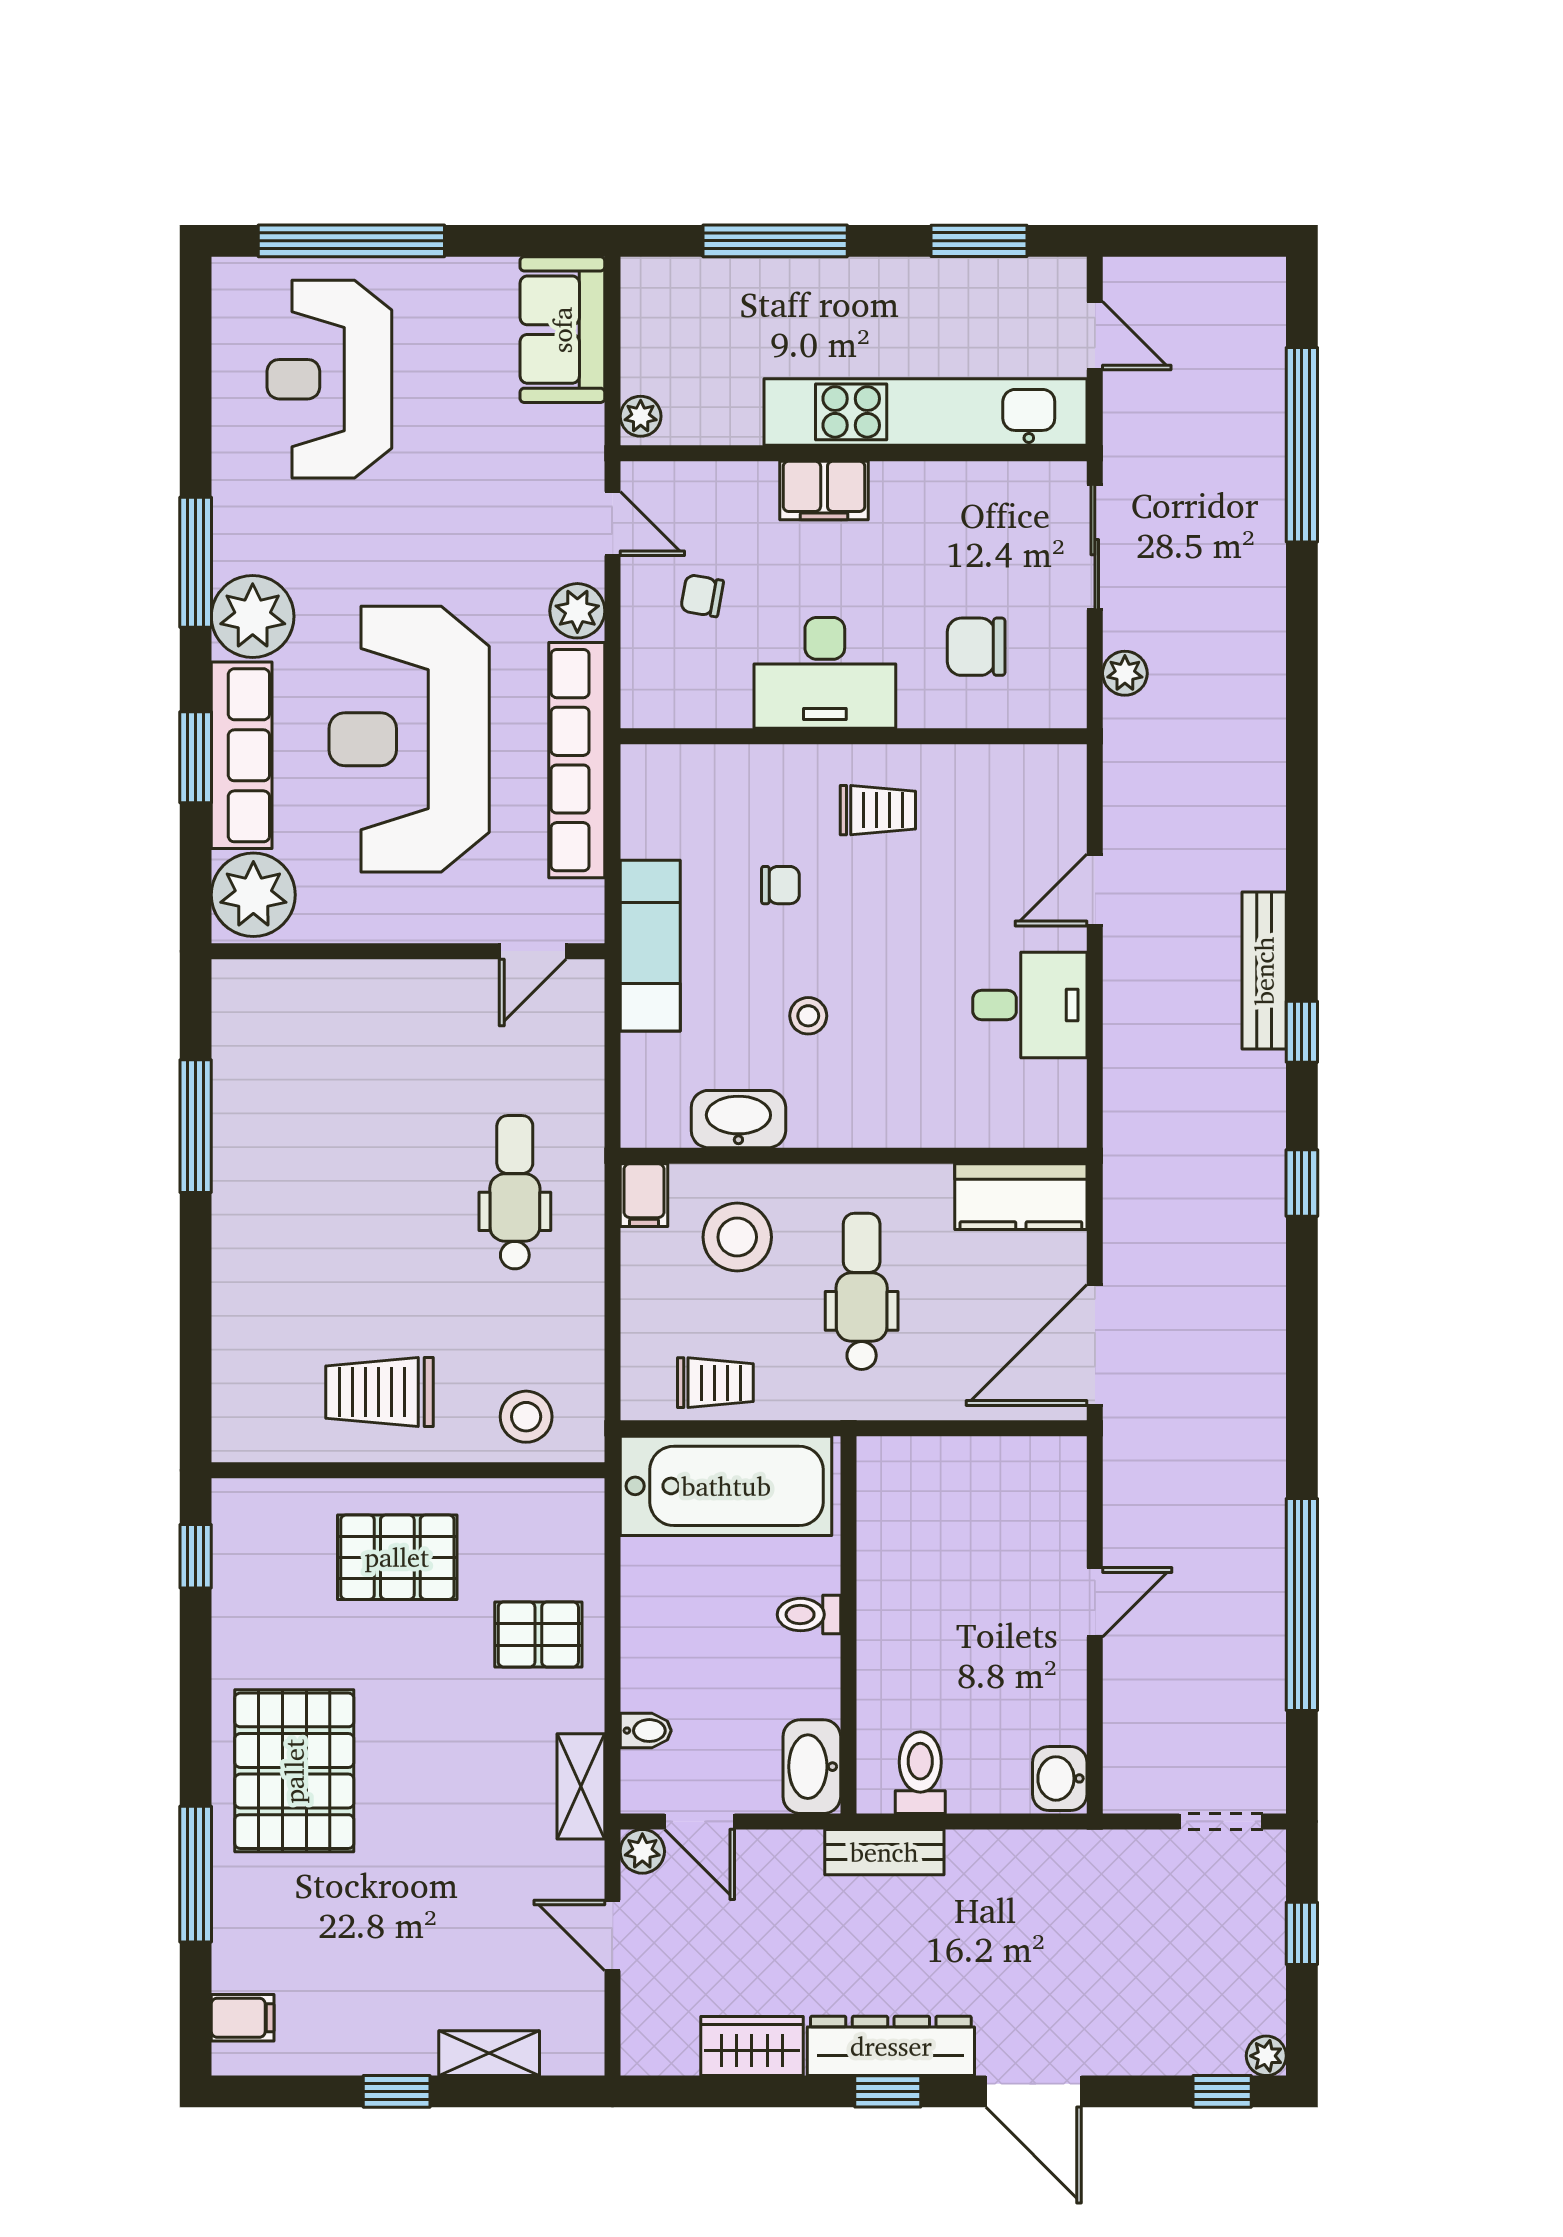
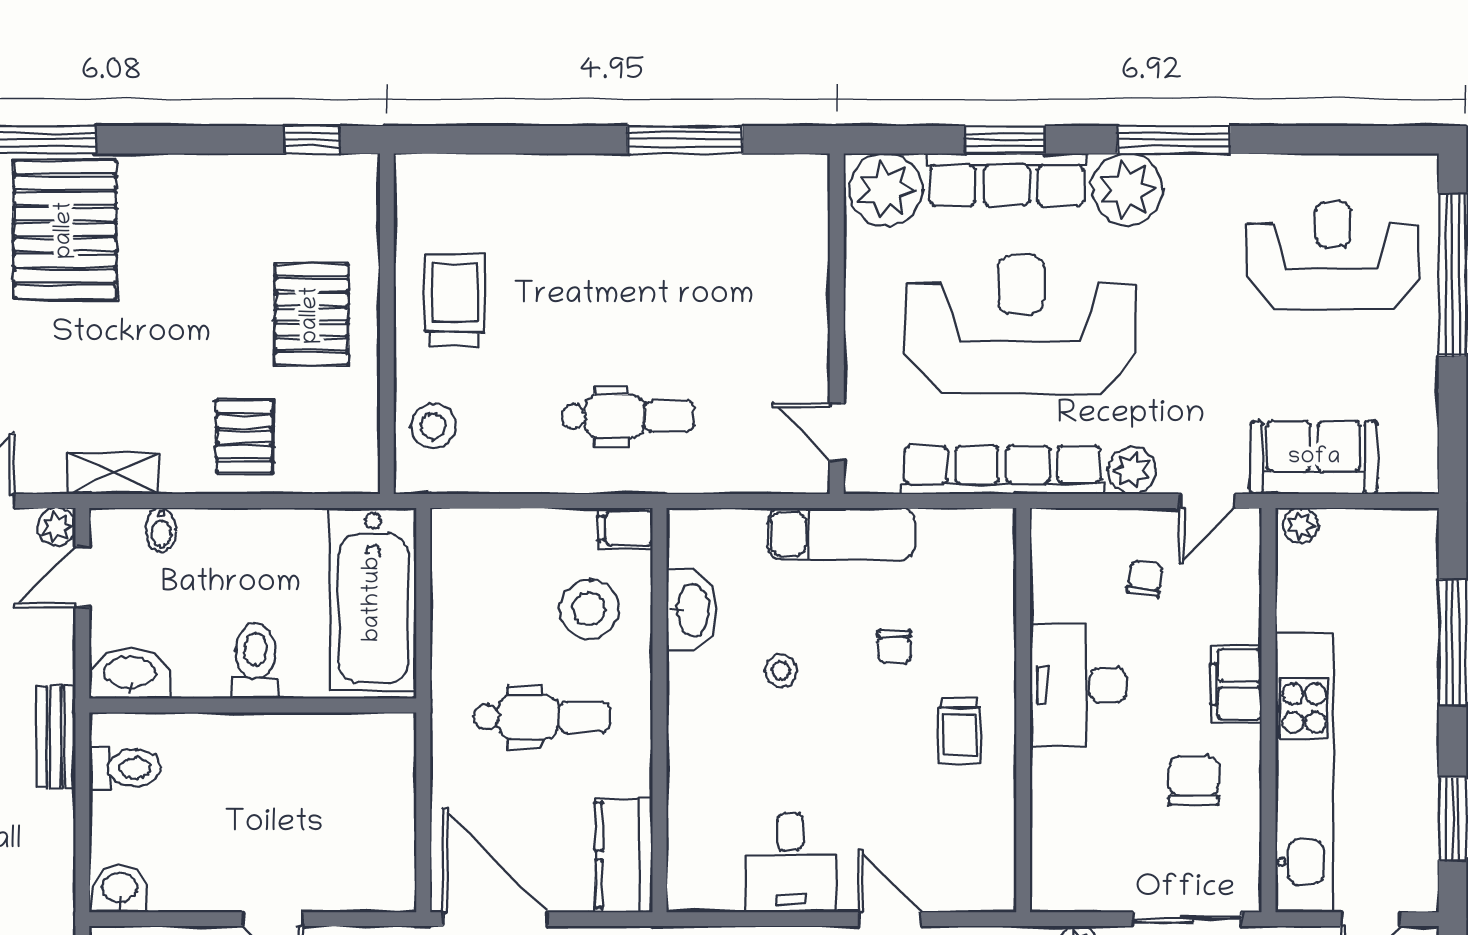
sofa: (562, 330) -> (1314, 458), moved
chair: (976, 647) -> (1194, 780), moved
trolley: (715, 1383) -> (463, 590), removed
toilet: (809, 1615) -> (256, 661), width x1.37, depth x1.39
pallet: (294, 1771) -> (65, 230), moved, turned 90

